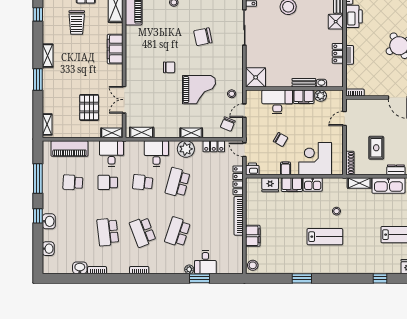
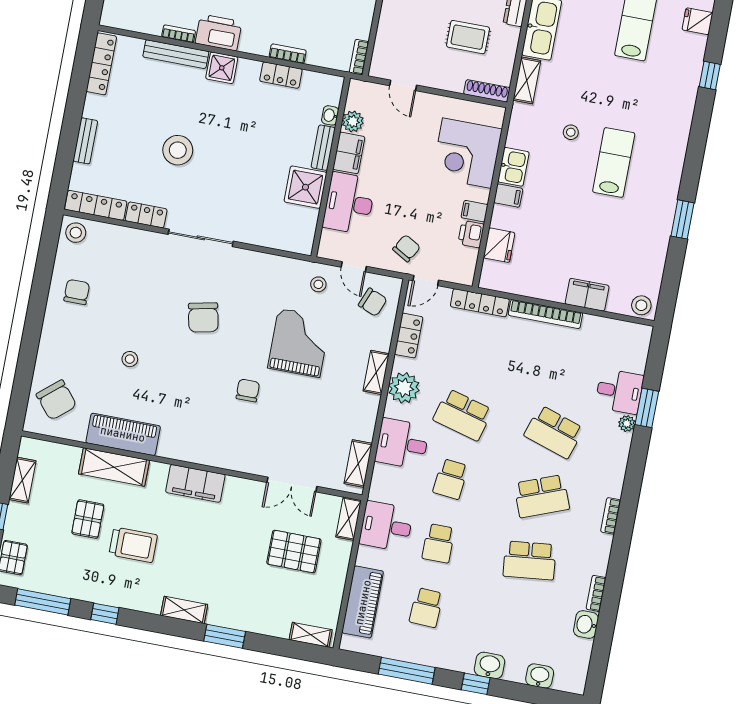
shower: (256, 77) -> (305, 187), moved
chair: (281, 140) -> (407, 248), moved
printer: (252, 169) -> (471, 234), moved
filing cabinet: (292, 185) -> (508, 196), width x0.50

